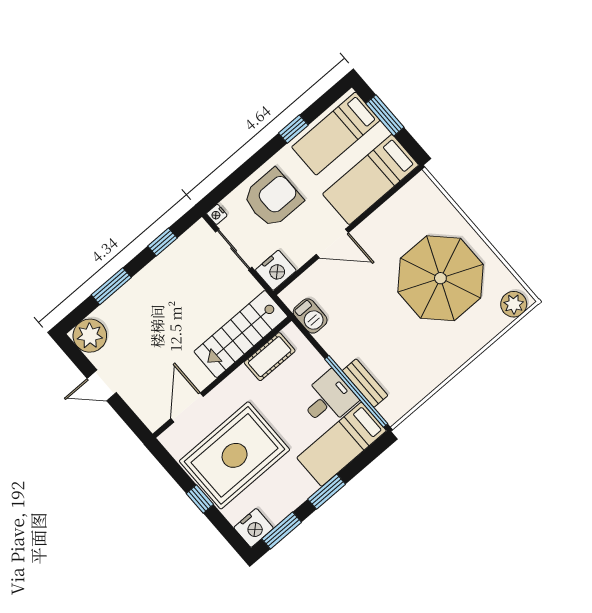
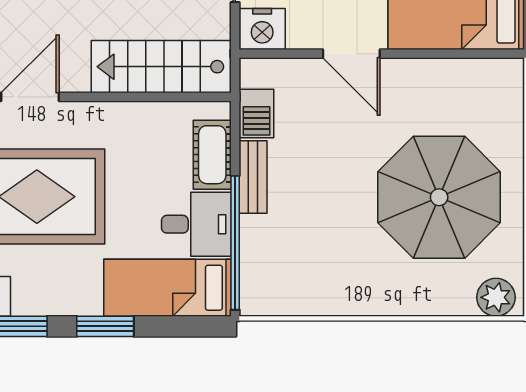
cot: (270, 357) -> (212, 155), moved, turned 90
bench: (365, 383) -> (253, 177), moved

